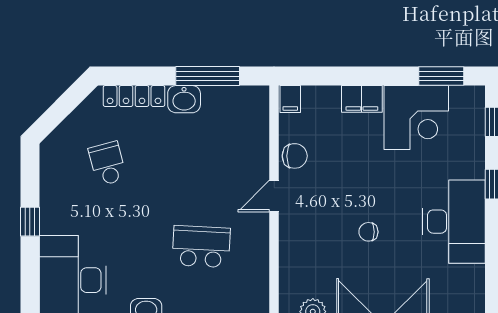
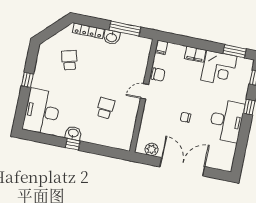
school desk: (201, 247) -> (105, 108), width x0.54

